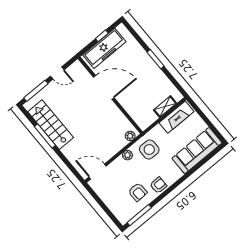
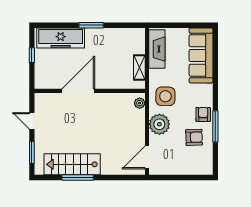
freezer: (104, 48) -> (61, 38), moved, turned 90
door: (57, 73) -> (32, 121), swing flipped
window: (36, 91) -> (32, 152), width x0.69
shelving: (165, 107) -> (139, 67), moved
plant: (127, 155) -> (159, 124), width x1.88, depth x1.88
window: (139, 215) -> (215, 126), moved

